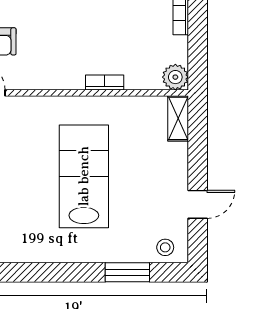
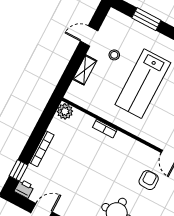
shelving: (178, 118) -> (85, 70), moved
stool: (165, 247) -> (114, 55), moved

